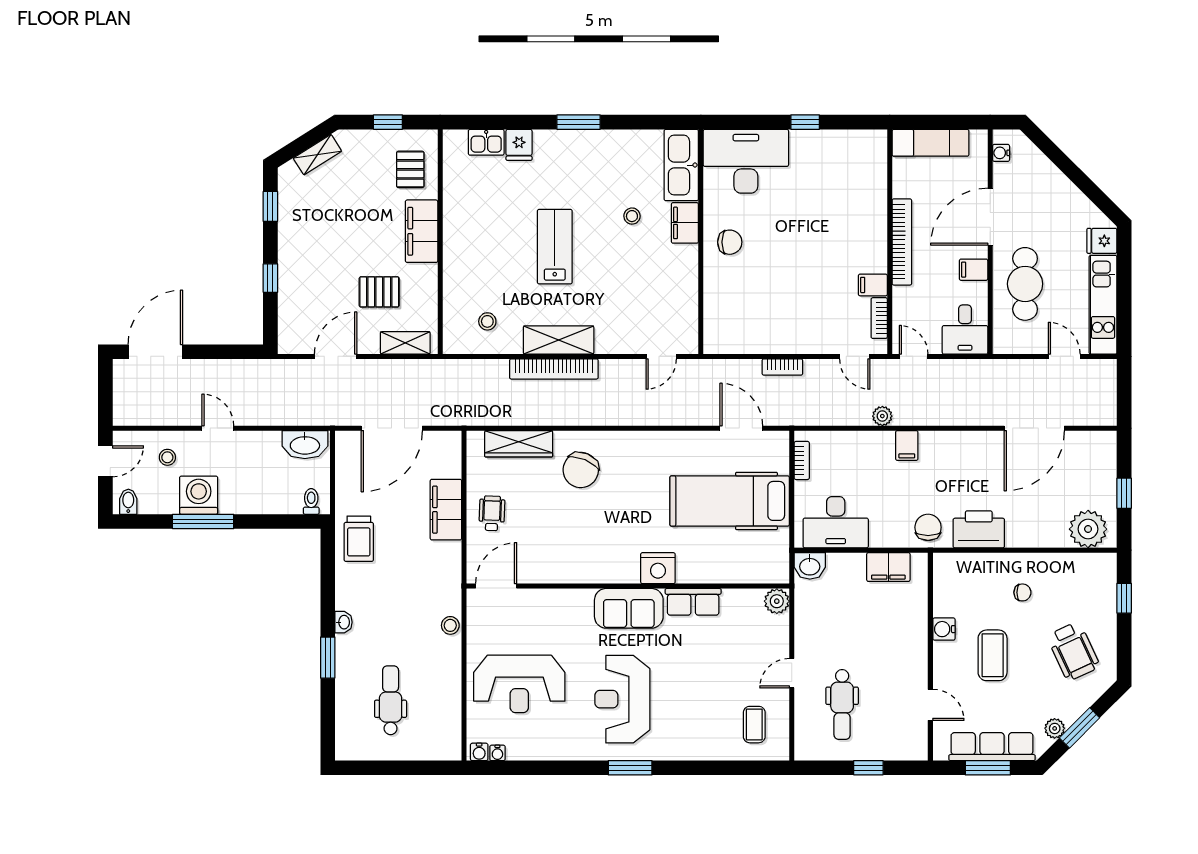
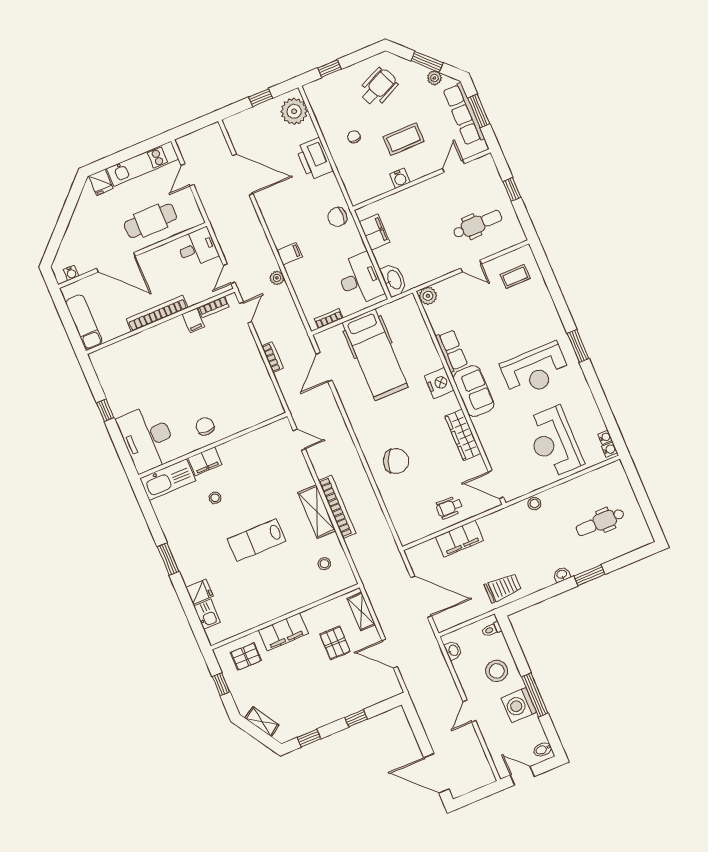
filing cabinet: (974, 270) -> (155, 259), removed
wardrobe: (519, 444) -> (463, 435), moved, turned 180
washbasin: (305, 445) -> (453, 651), width x0.52, depth x0.69
stool: (167, 457) -> (497, 671), moved, width x1.89, depth x1.89
printer: (979, 529) -> (314, 159), moved
washbasin: (810, 566) -> (394, 280), width x1.38
reception desk: (519, 684) -> (554, 442), turned 180

